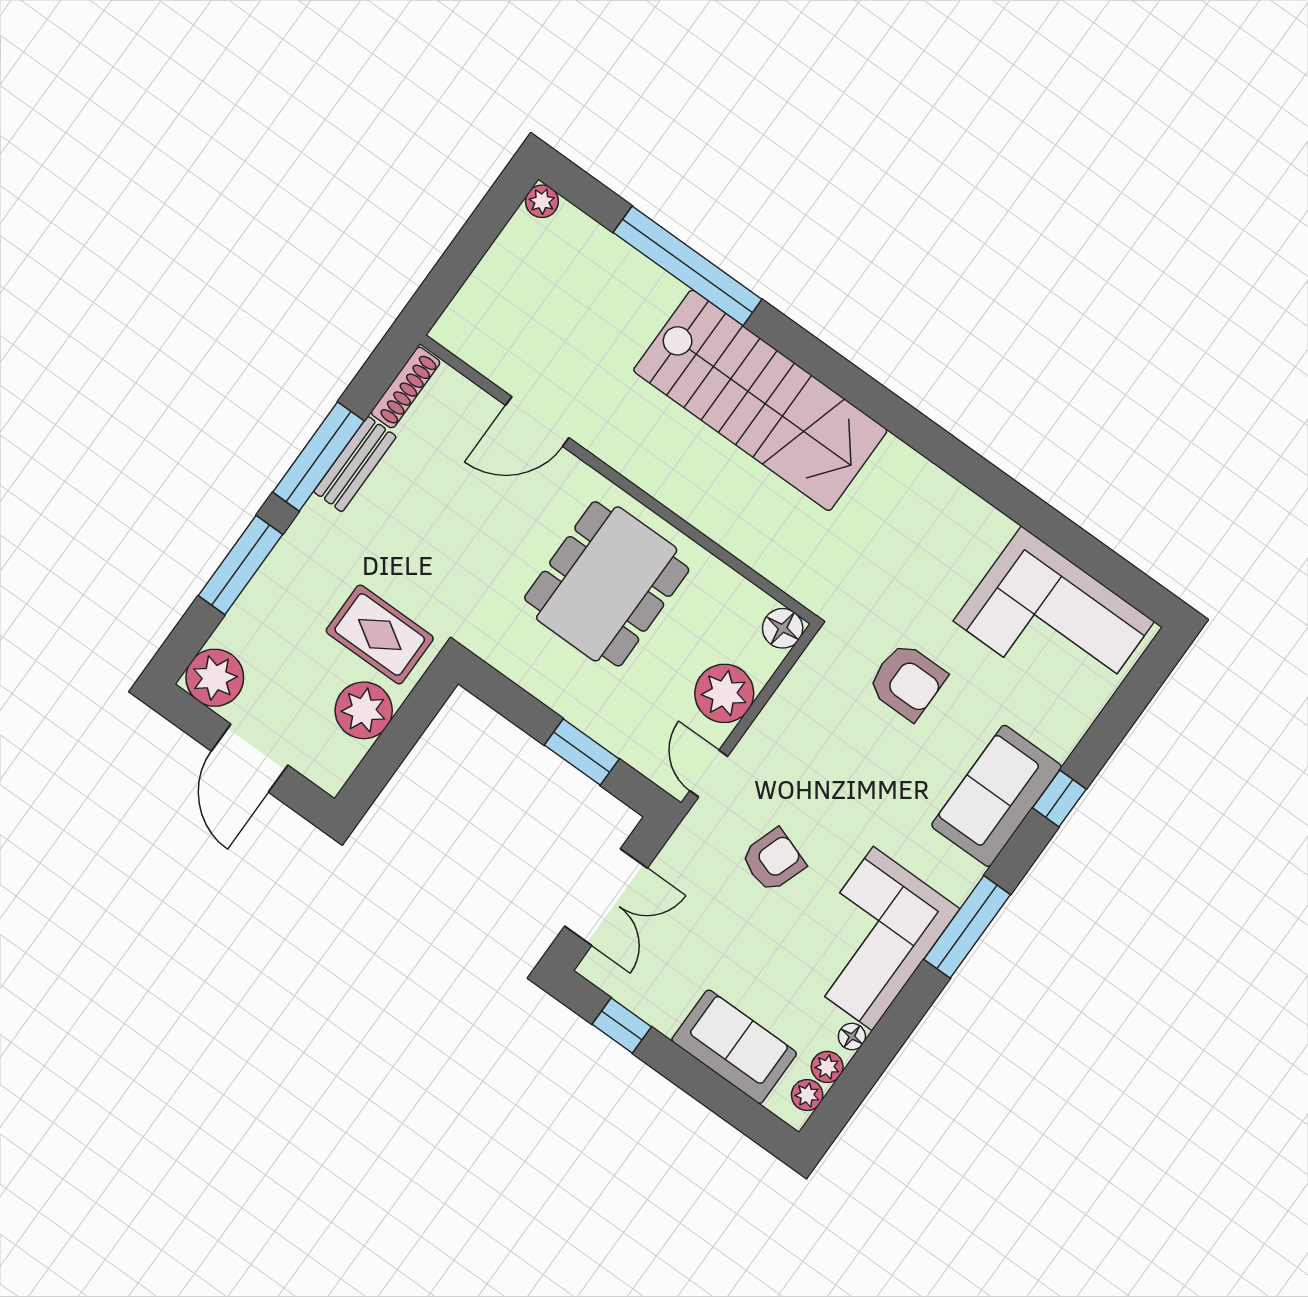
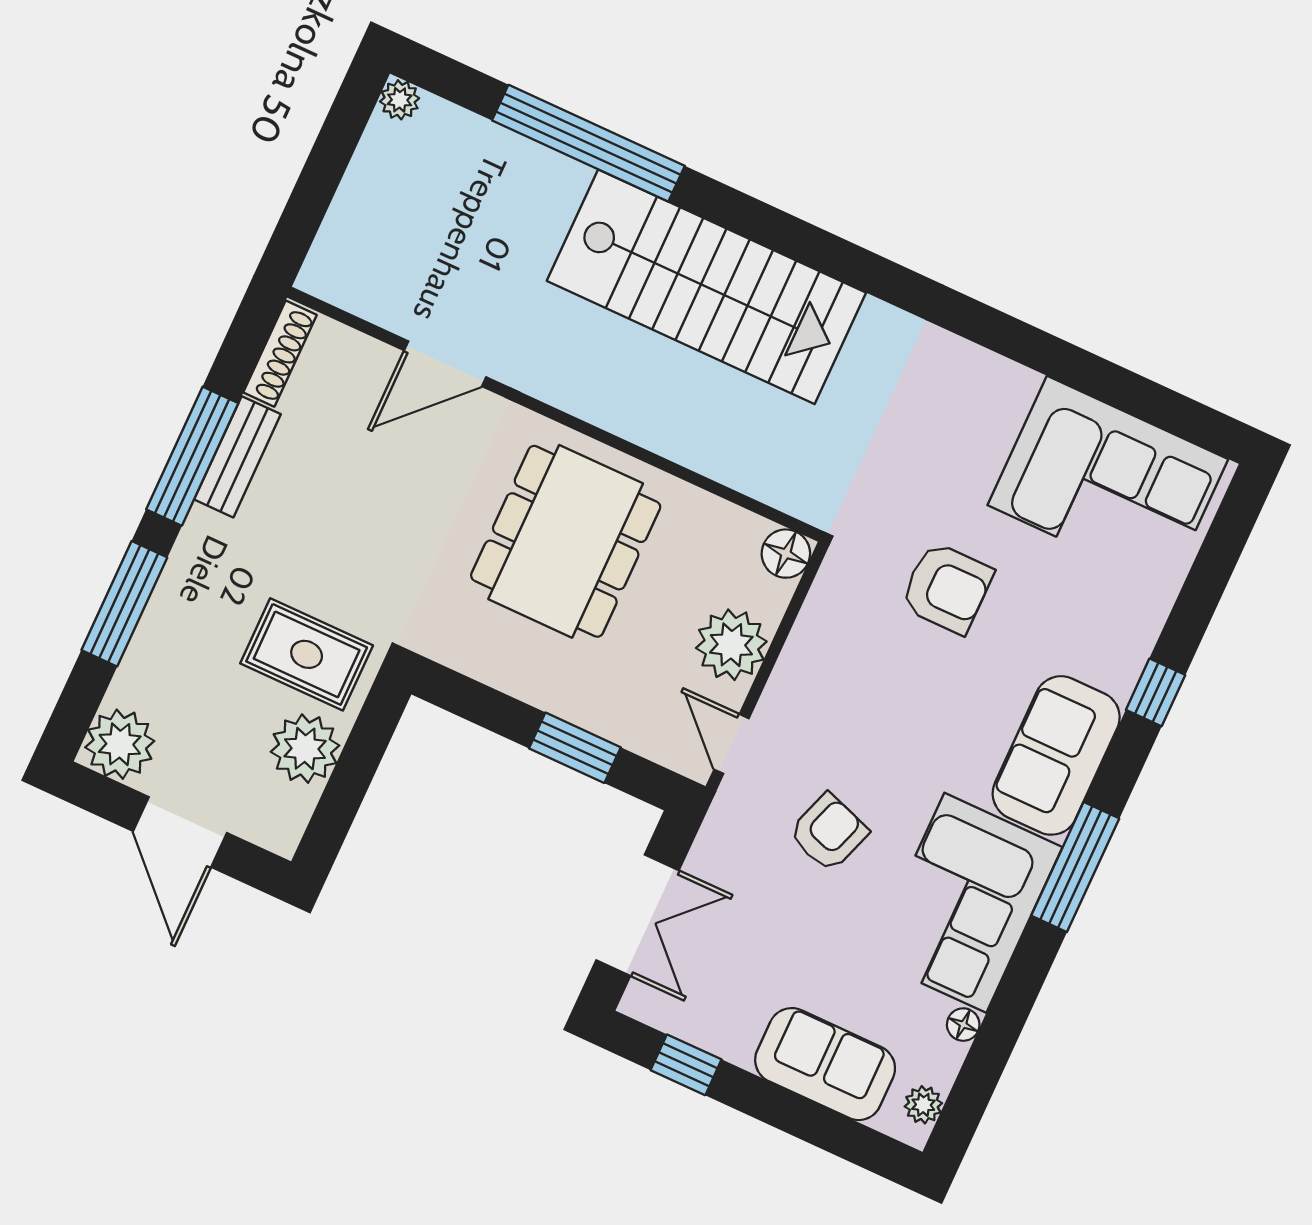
sofa: (996, 796) -> (1056, 755), moved
plant: (827, 1067) -> (941, 1067), removed

